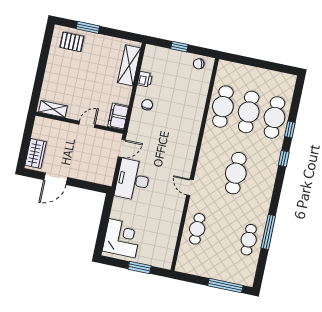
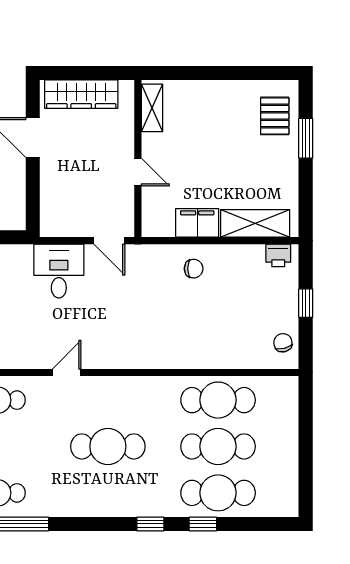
printer: (145, 79) -> (278, 255), moved
filing cabinet: (118, 116) -> (197, 223), moved
wardrobe: (36, 153) -> (81, 94), width x1.50
desk: (133, 180) -> (59, 271), width x0.73

